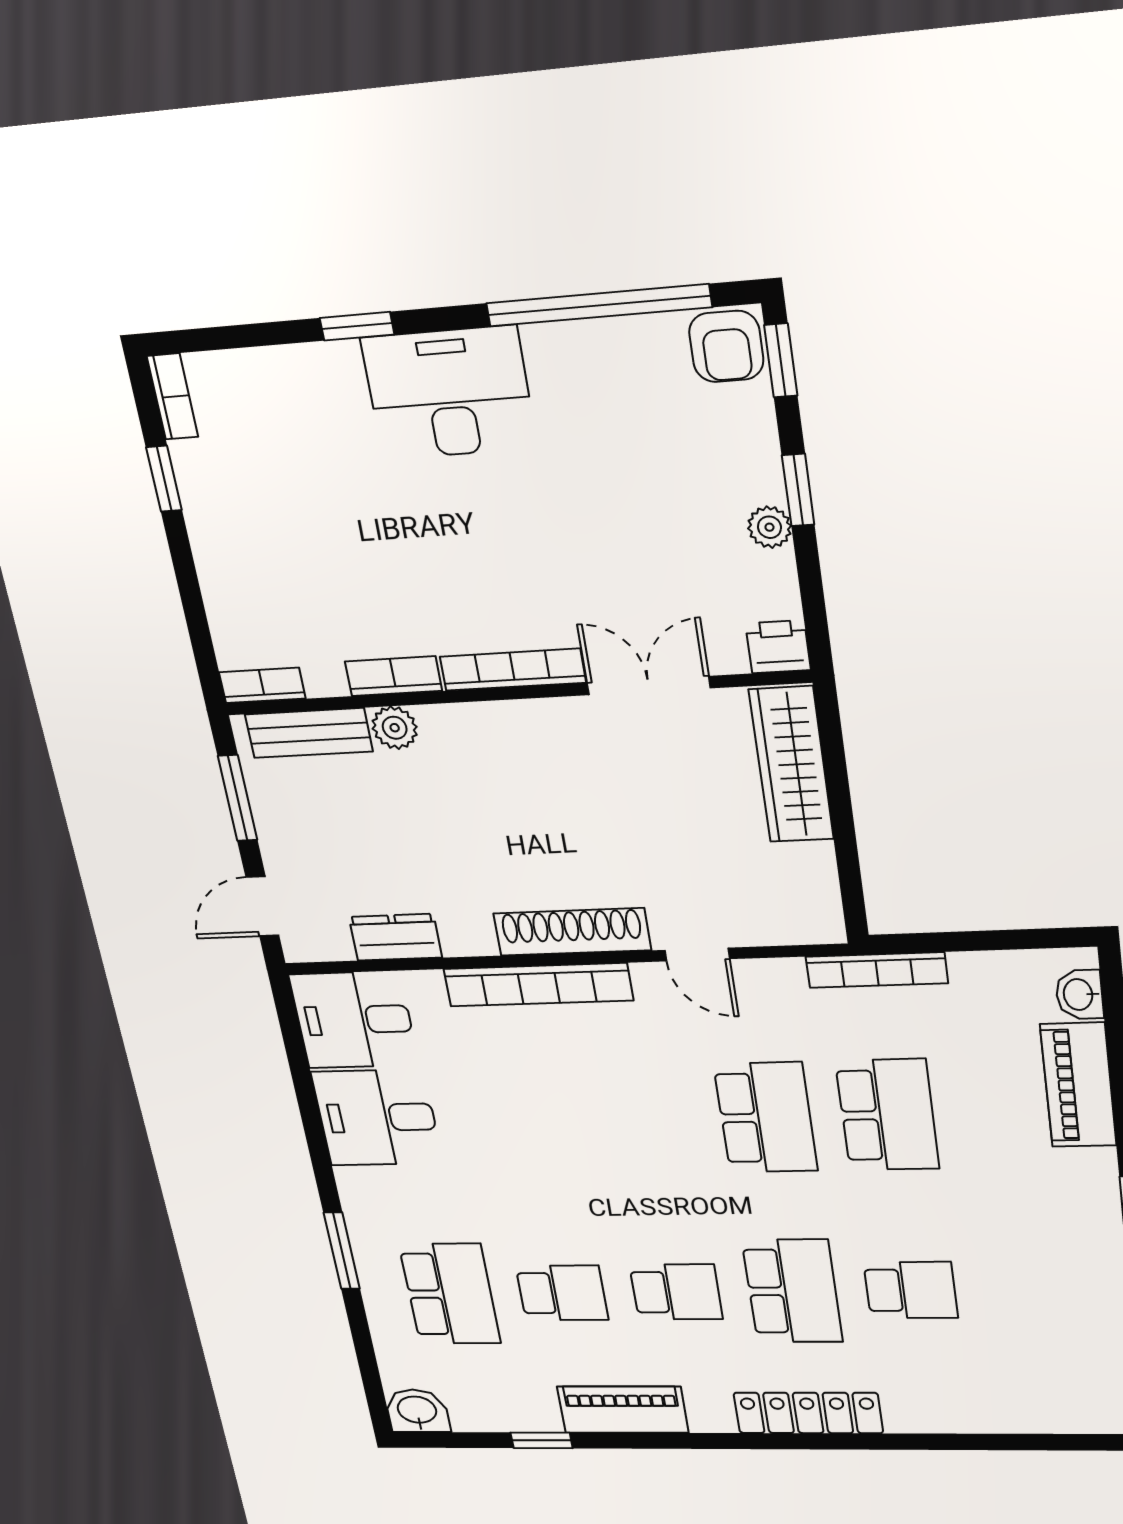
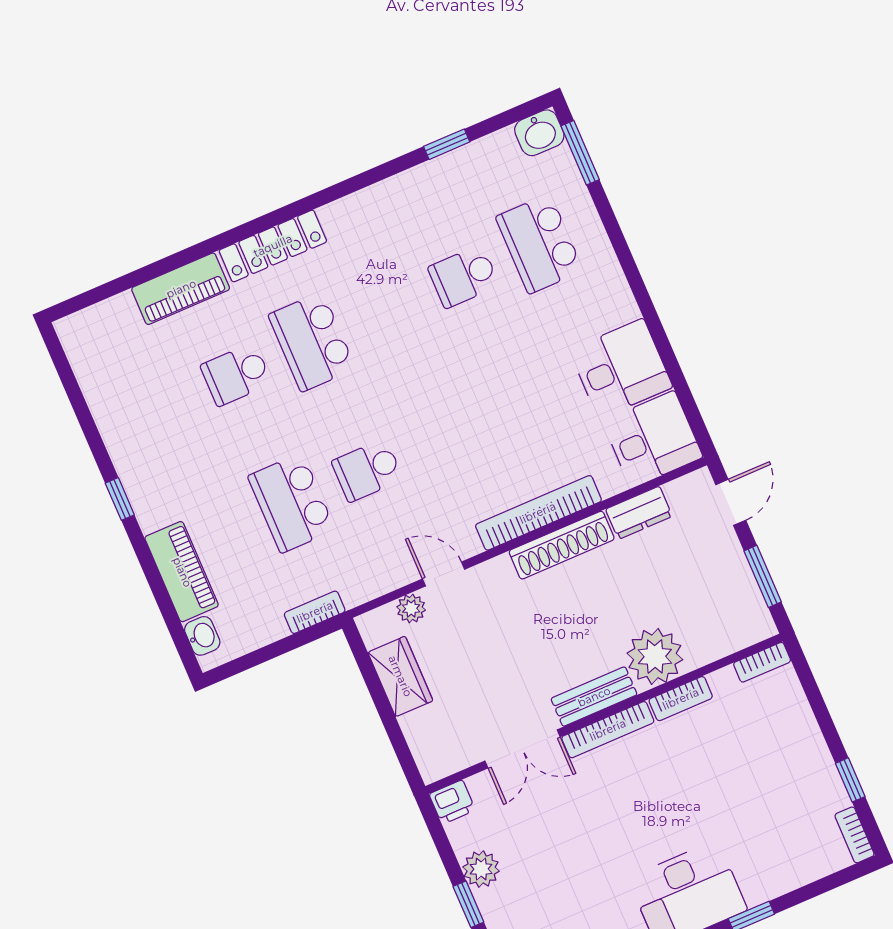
plant: (769, 527) -> (481, 869), width x1.38, depth x1.38
plant: (395, 728) -> (655, 656), width x1.87, depth x1.87
bench: (309, 733) -> (594, 697), moved
wardrobe: (791, 765) -> (400, 676), moved, width x0.67
plant: (758, 927) -> (411, 608), added
shoe rack: (572, 932) -> (562, 545), moved
bookcase: (877, 970) -> (315, 612), width x0.64
school desk: (766, 1118) -> (367, 470), width x0.54
window: (342, 1251) -> (580, 153), moved
school desk: (676, 1292) -> (388, 309), removed
piano: (623, 1410) -> (181, 289), moved

